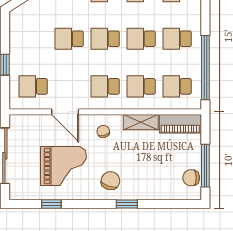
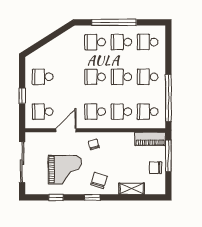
school desk: (69, 39) -> (43, 77), moved
door: (65, 112) -> (66, 130), swing flipped
shelving: (141, 122) -> (132, 189), moved
window: (205, 166) -> (168, 156), moved
chair: (191, 178) -> (155, 168), moved
window: (127, 204) -> (92, 197), moved

